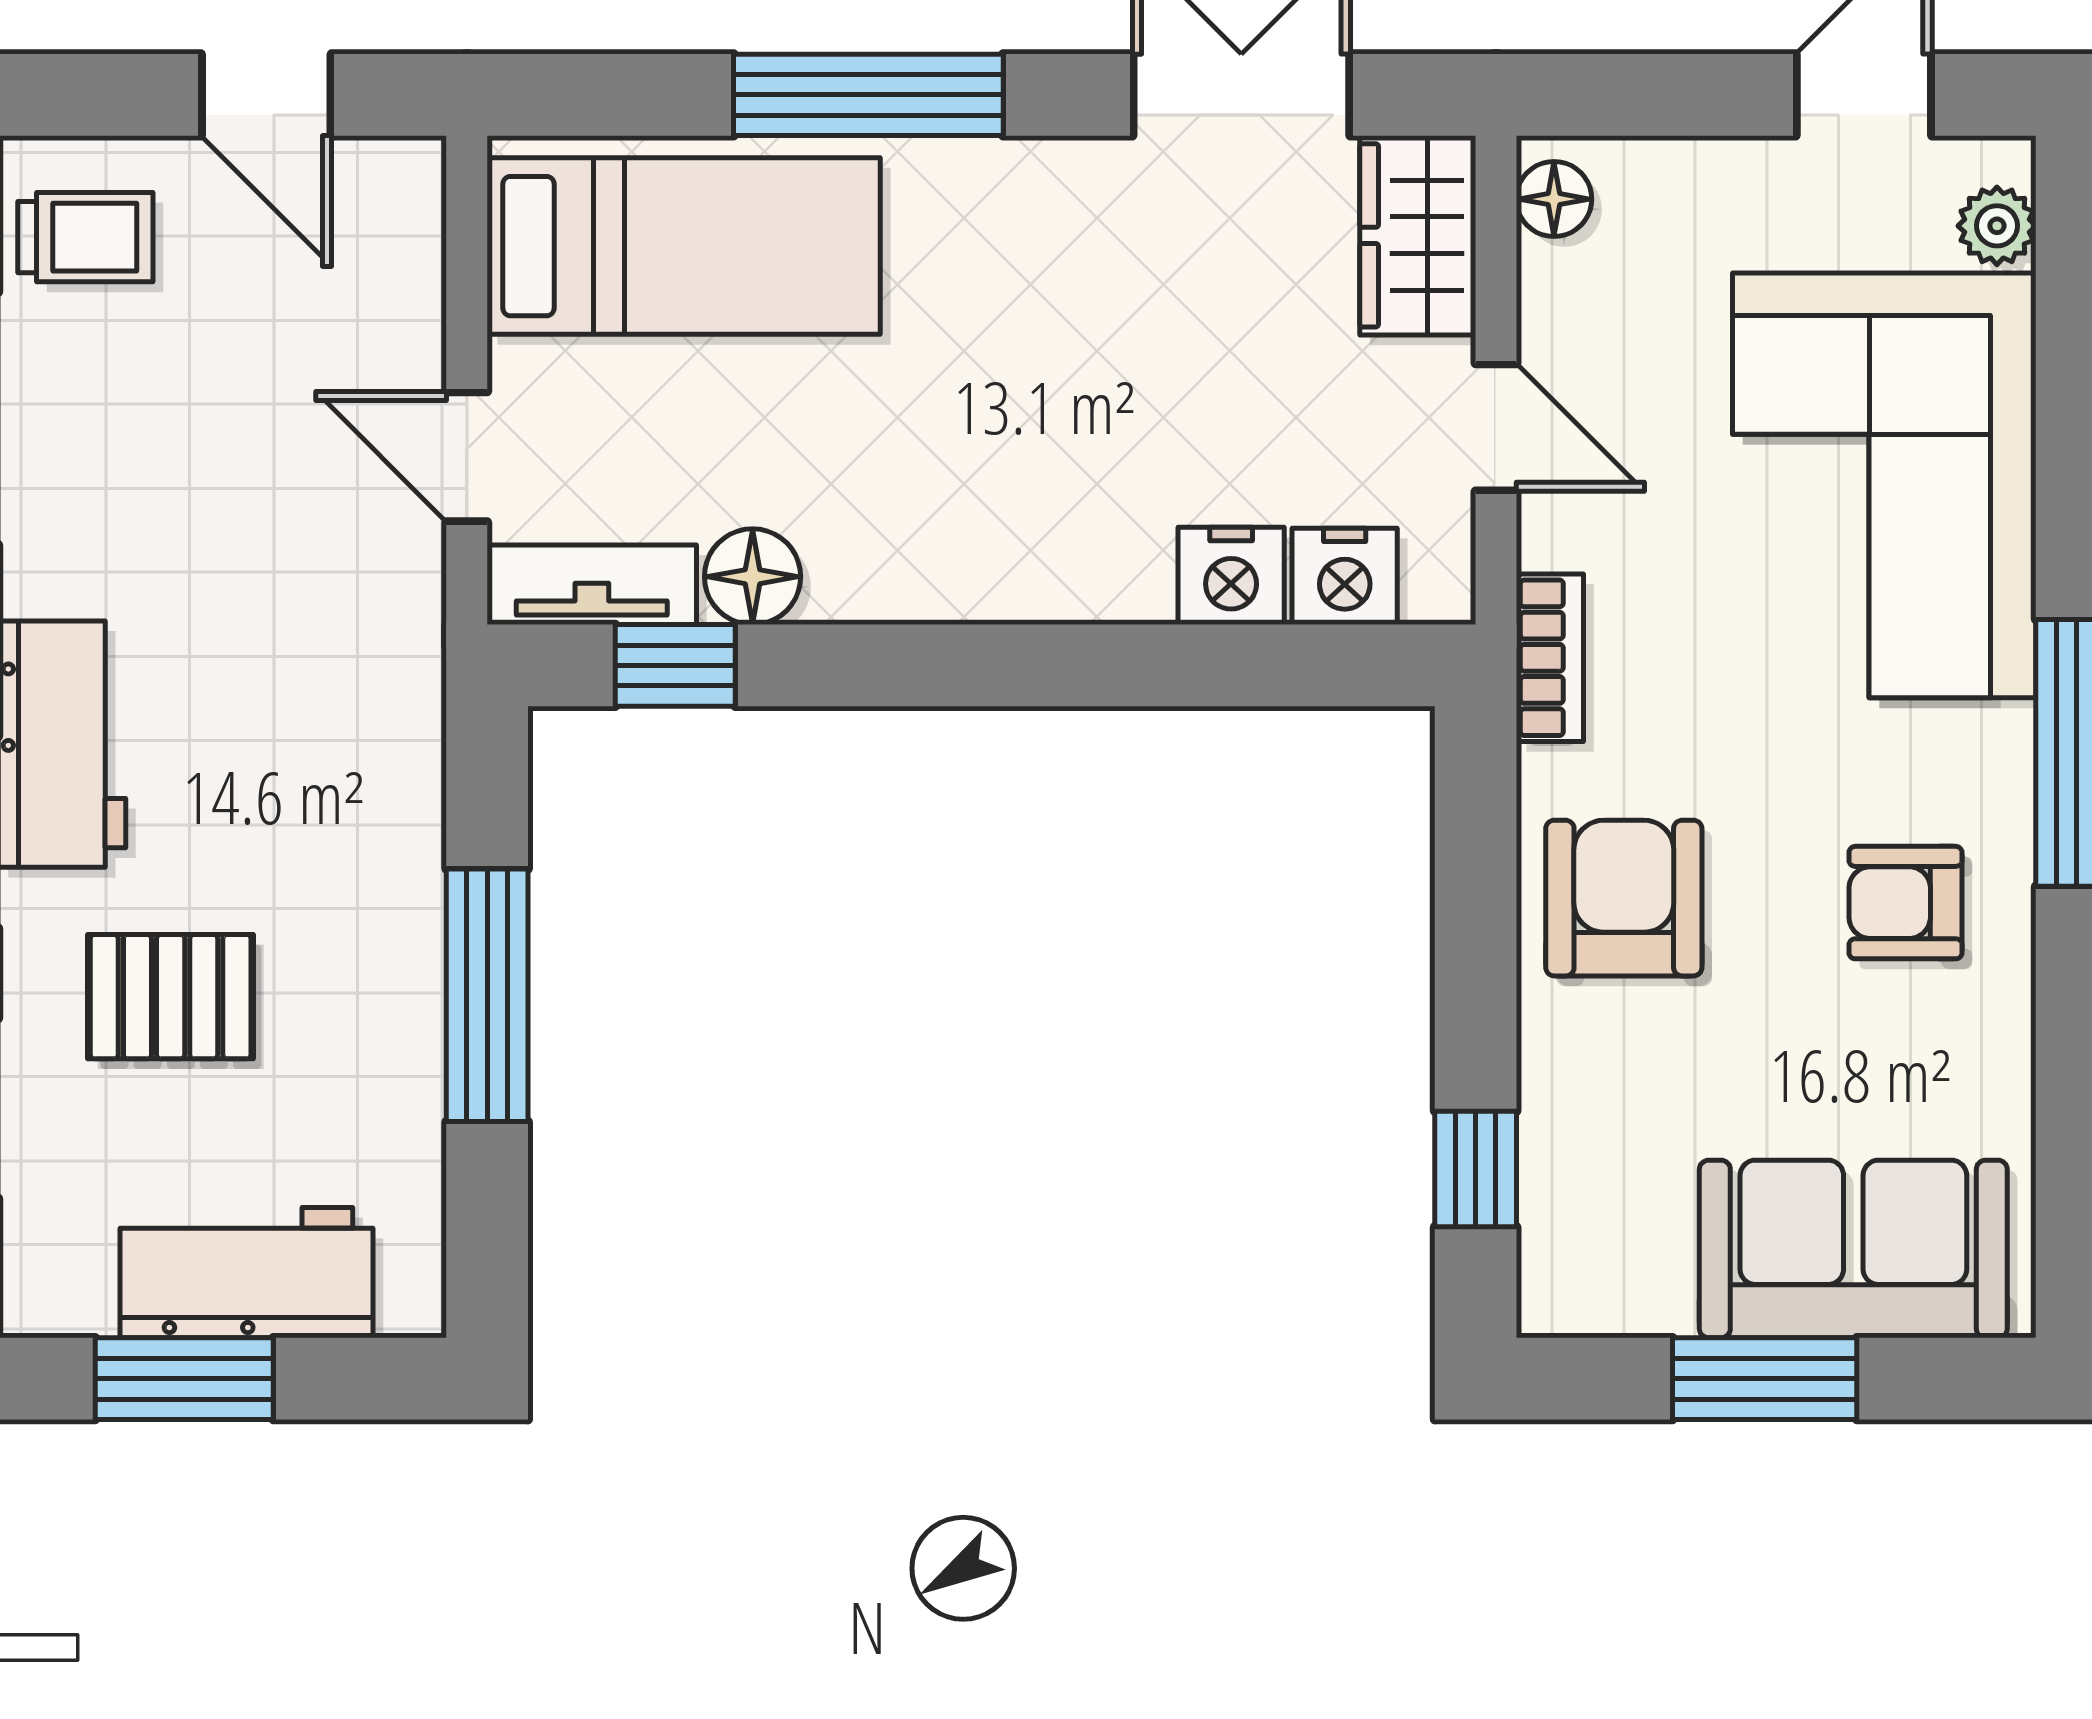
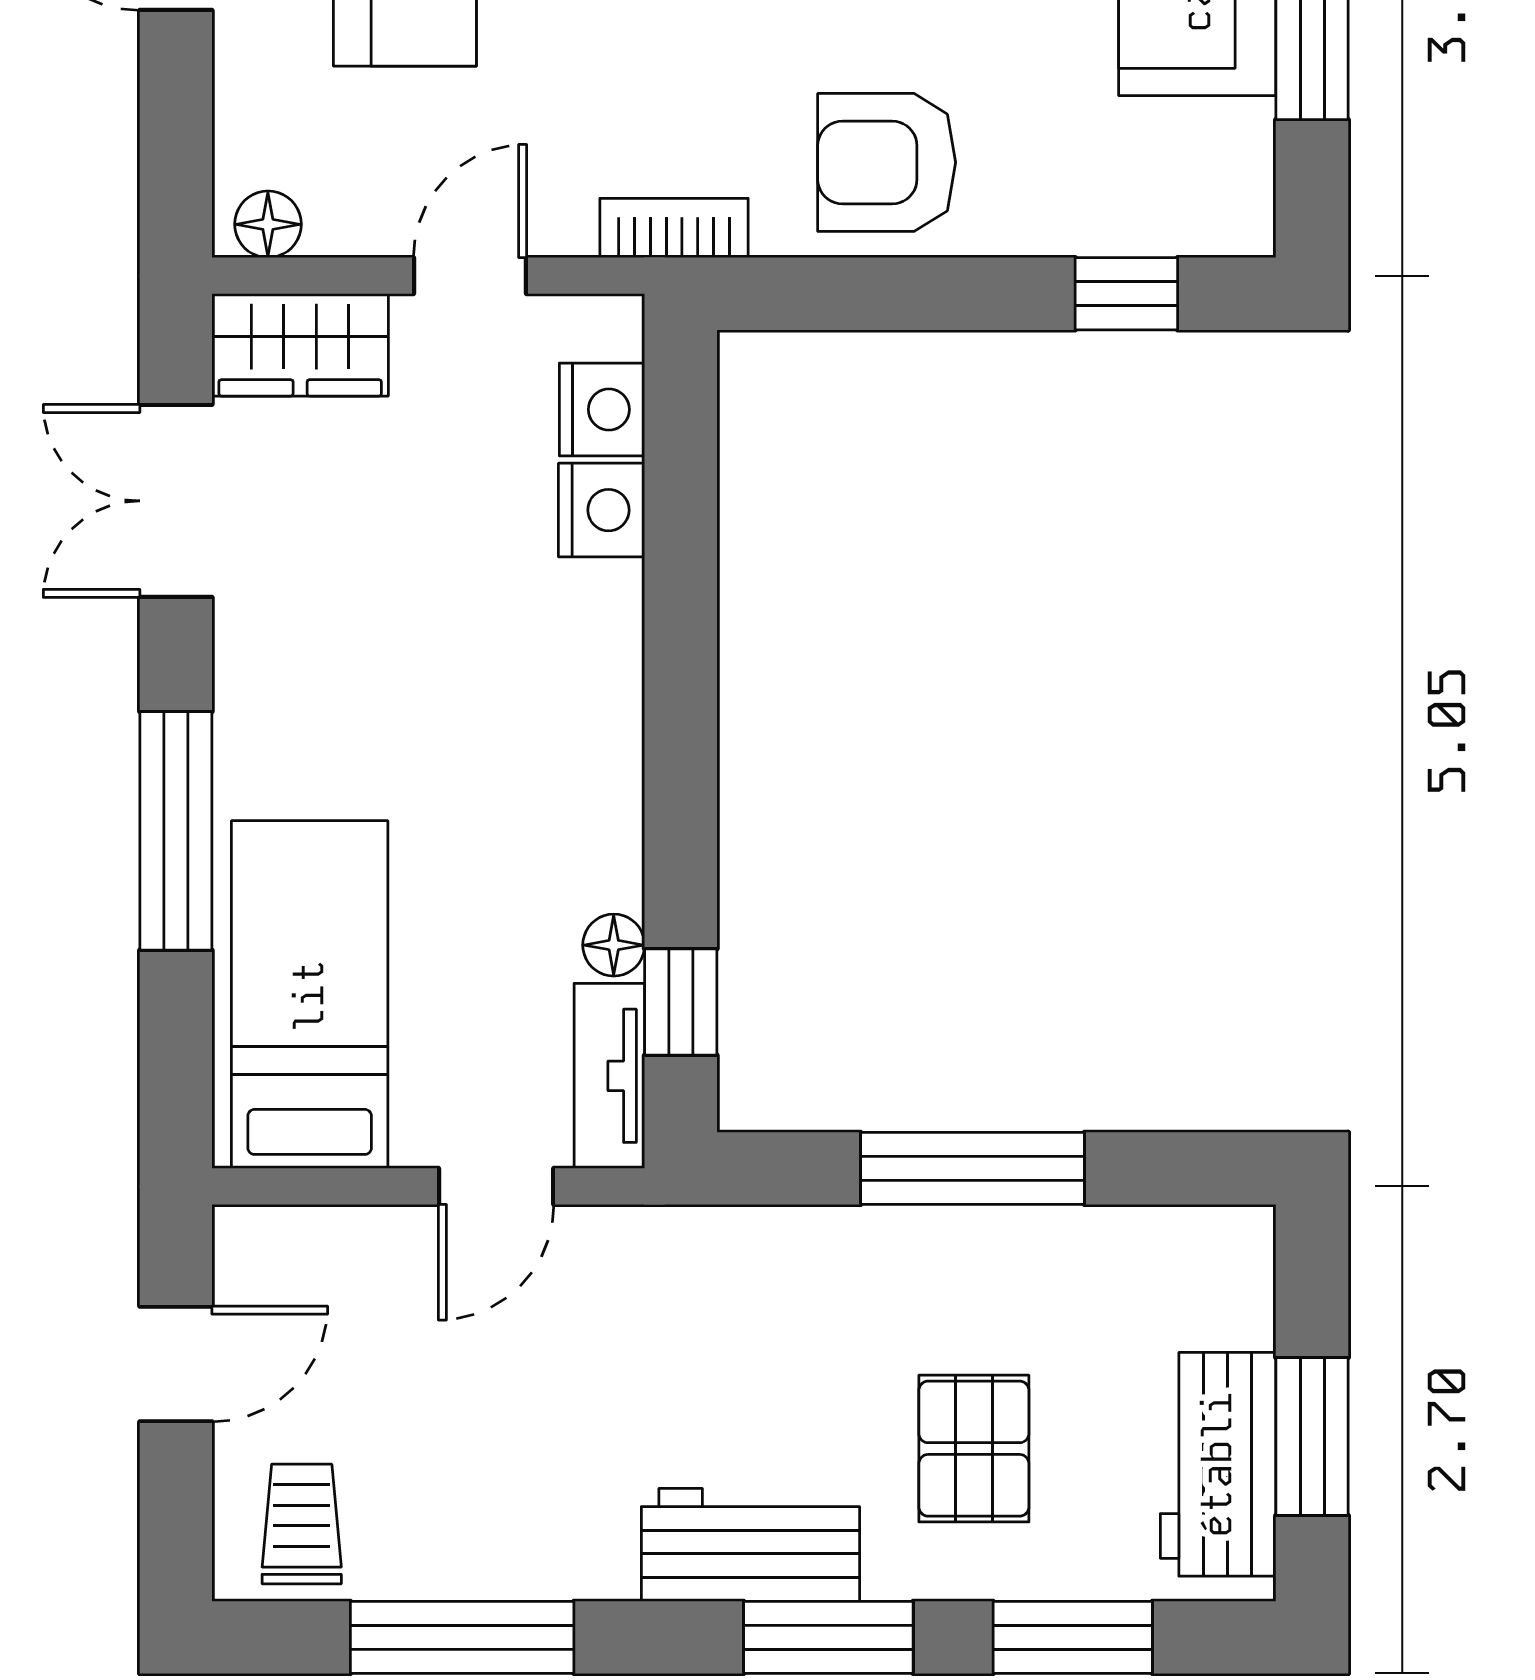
floor lamp: (753, 577) -> (614, 945), width x0.73, depth x0.73
workbench: (247, 1273) -> (1218, 1464), moved

